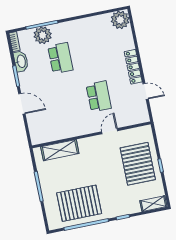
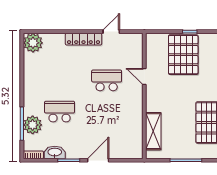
pallet: (138, 164) -> (183, 55), turned 90

